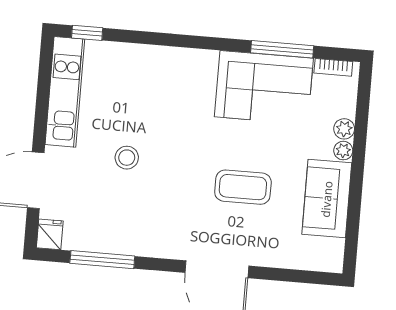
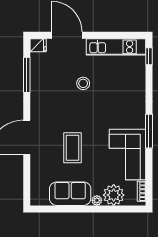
window: (282, 49) -> (149, 131), moved
plant: (344, 129) -> (114, 195), width x1.87, depth x1.87

